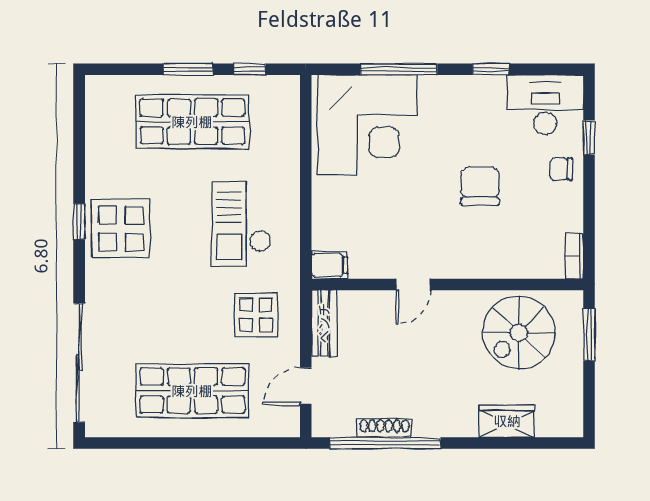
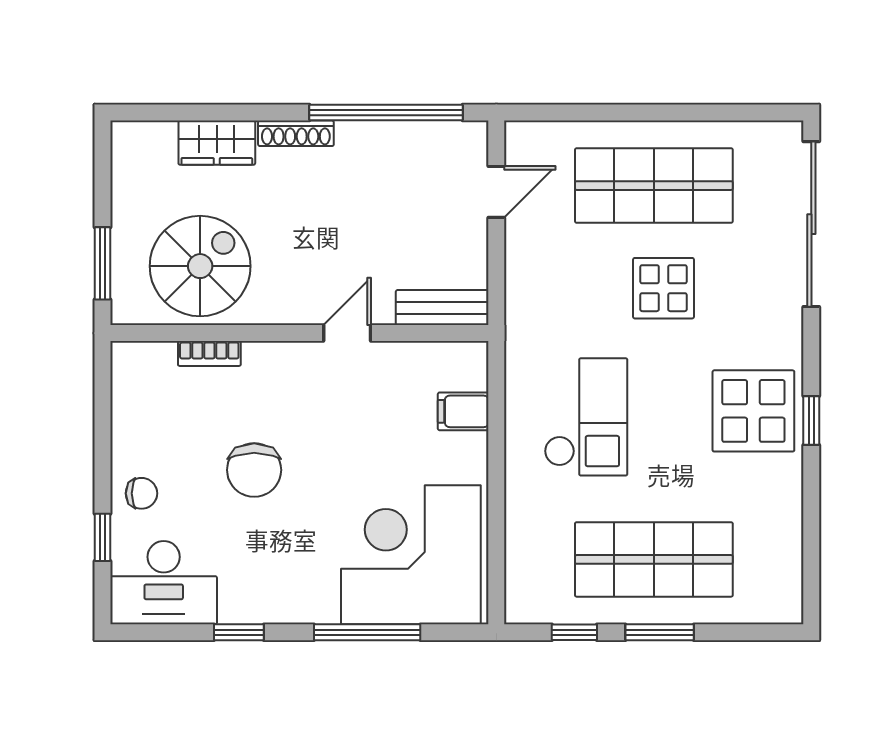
bookcase: (574, 256) -> (209, 354), moved, turned 90
filing cabinet: (330, 265) -> (463, 411), moved
display table: (256, 315) -> (664, 288), moved
bench: (324, 323) -> (442, 308), moved, turned 90
shoe rack: (385, 428) -> (296, 133), moved

